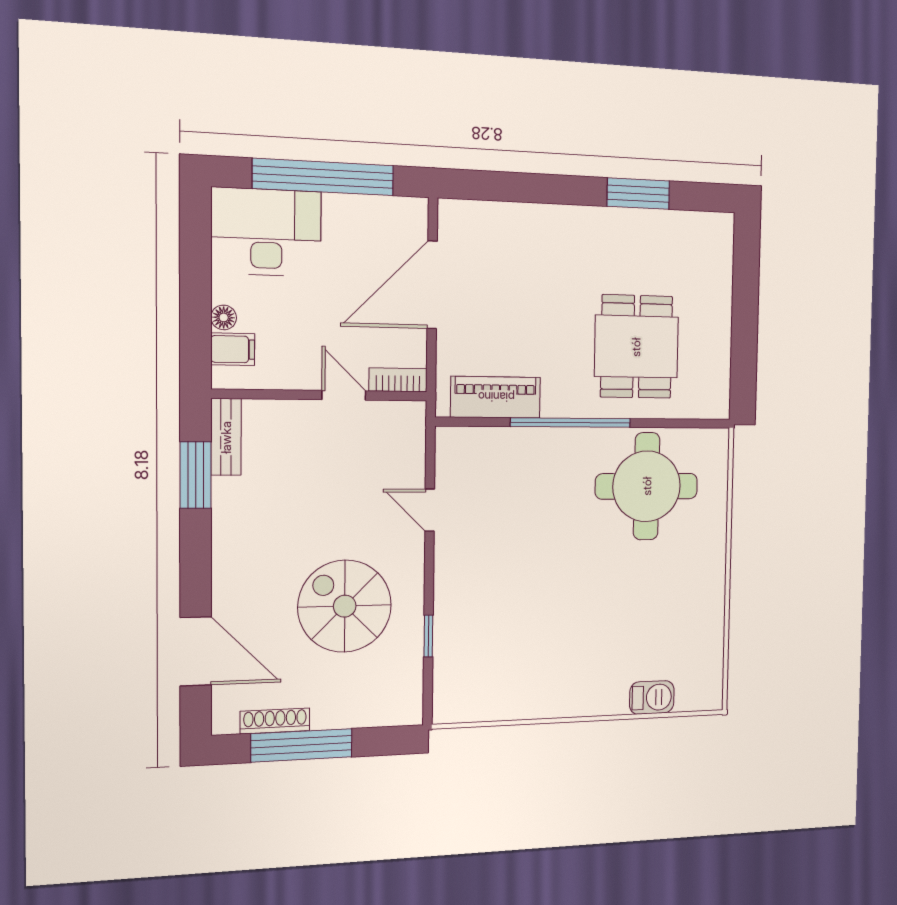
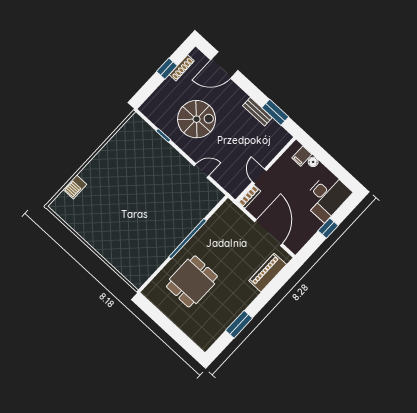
window: (324, 177) -> (328, 228), width x0.32
dining table: (636, 347) -> (192, 281), turned 90
door: (344, 395) -> (259, 176), swing flipped
piano: (496, 397) -> (268, 273), moved, turned 180
bench: (226, 437) -> (257, 112), moved
round table: (647, 486) -> (145, 246), removed
window: (302, 745) -> (167, 69), width x0.46

